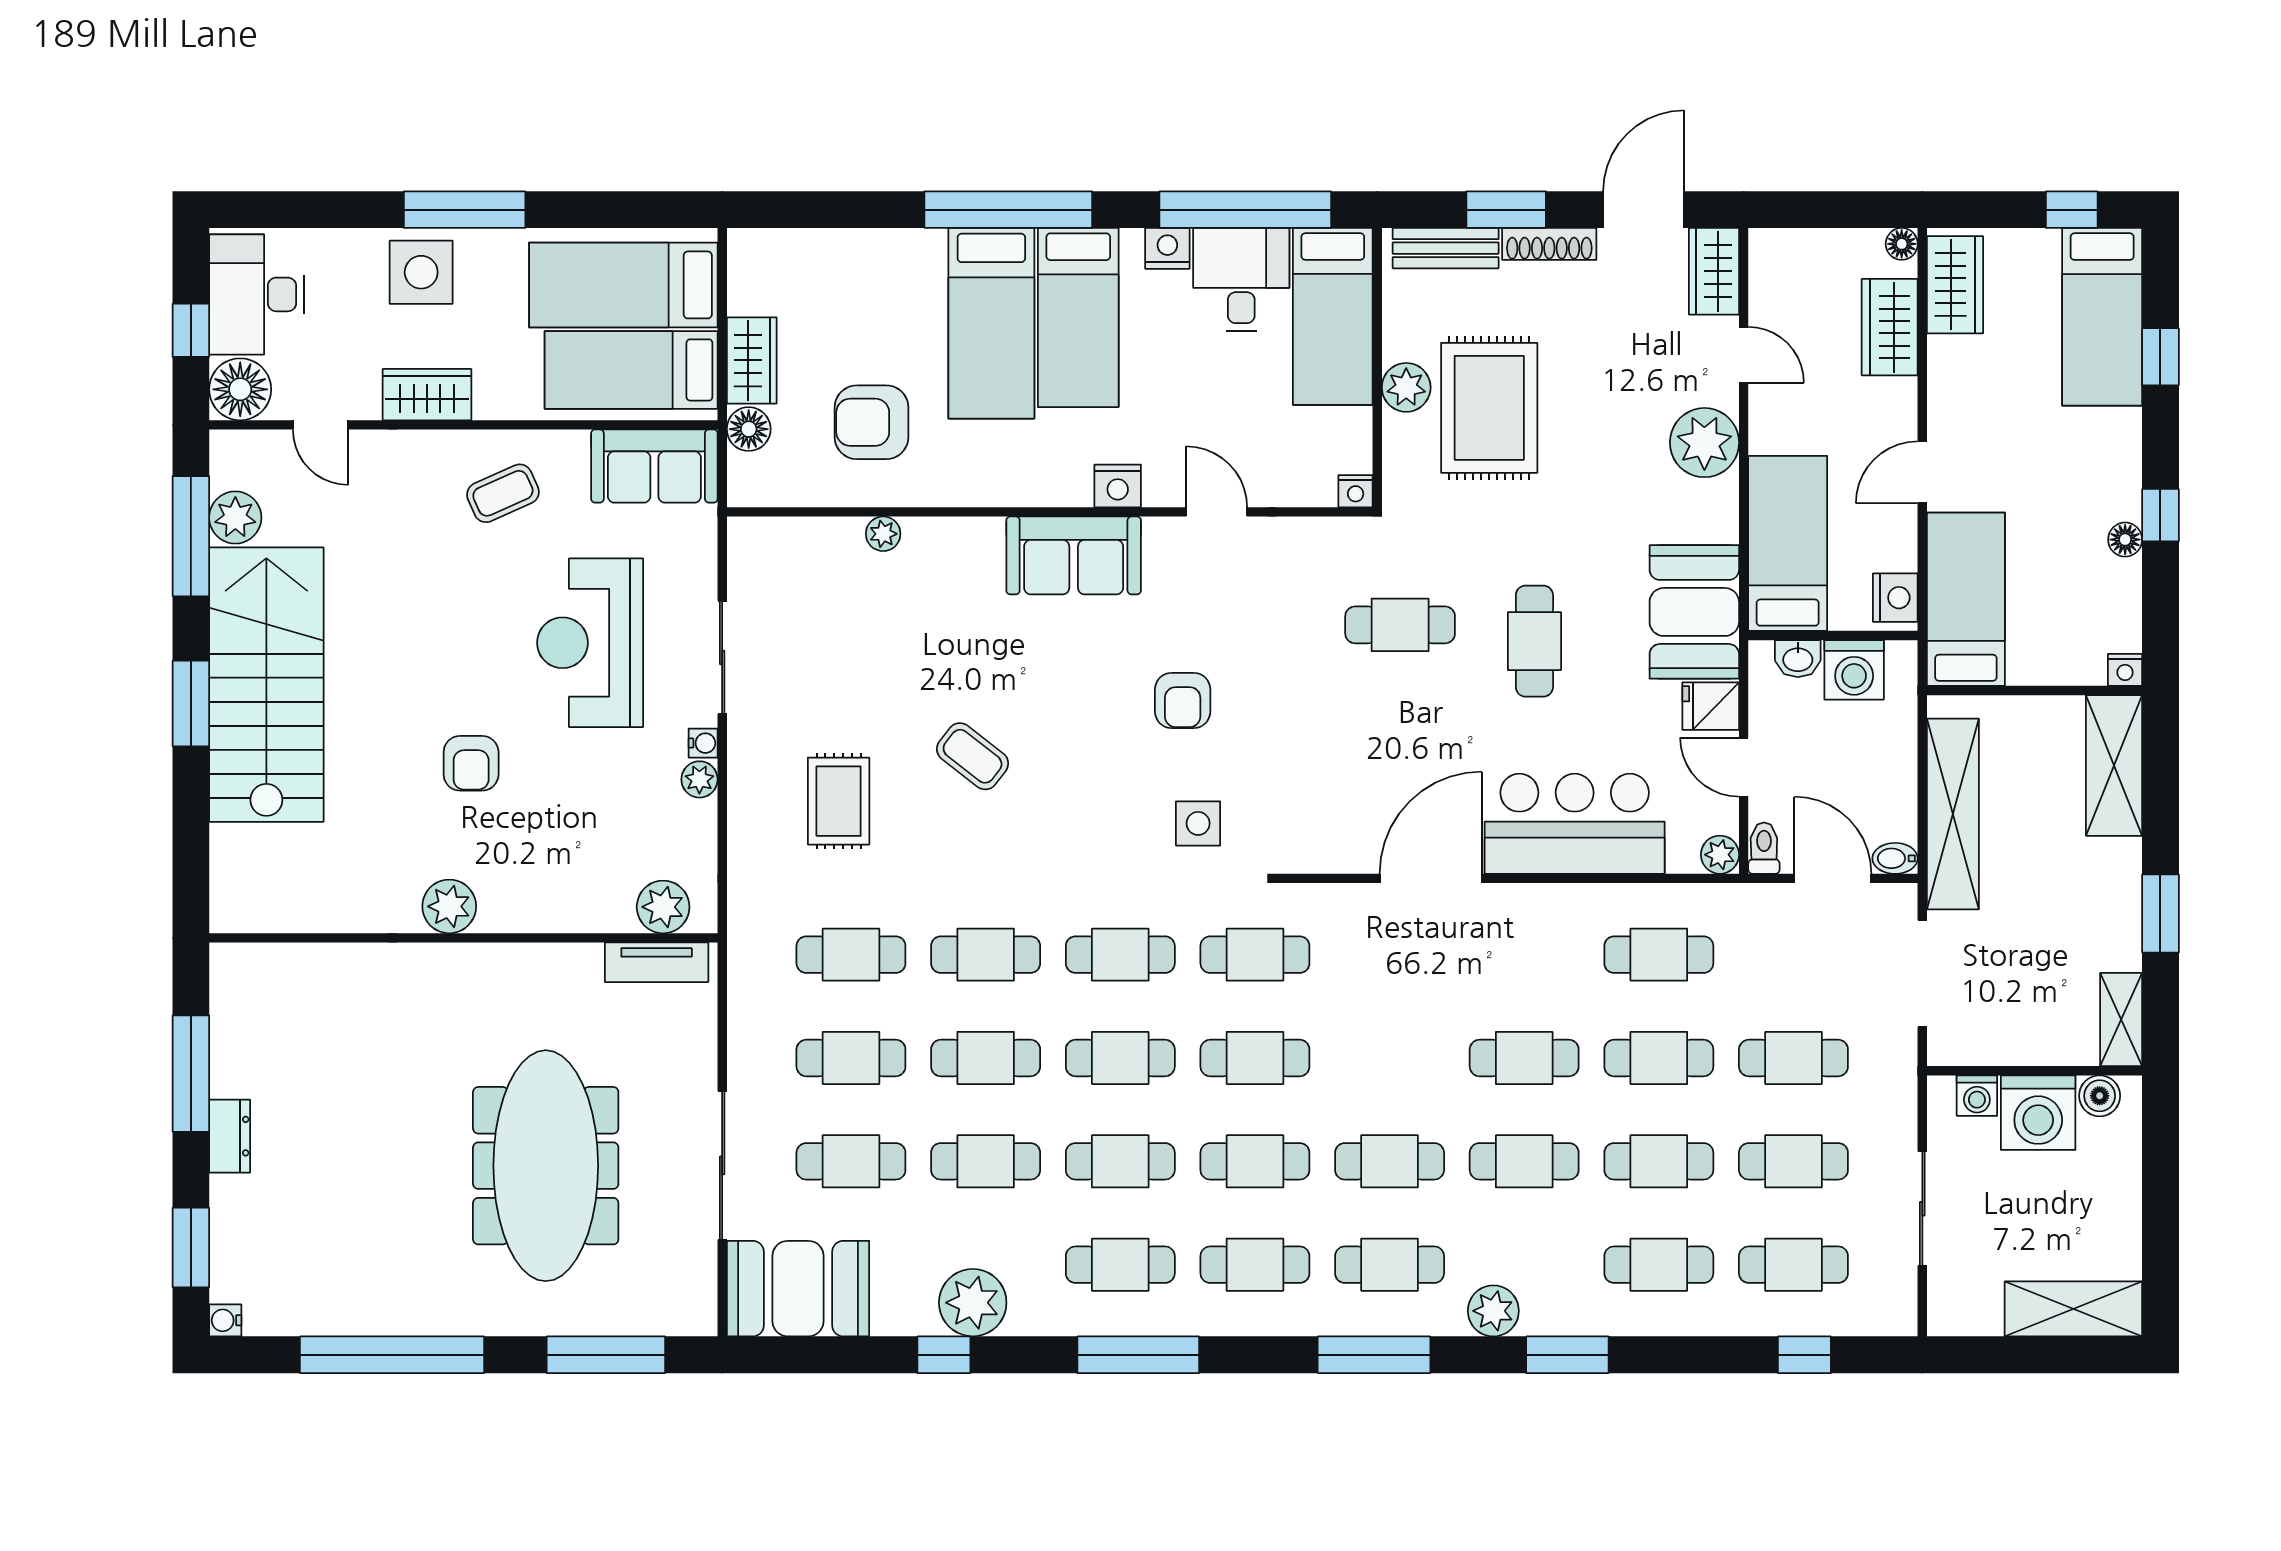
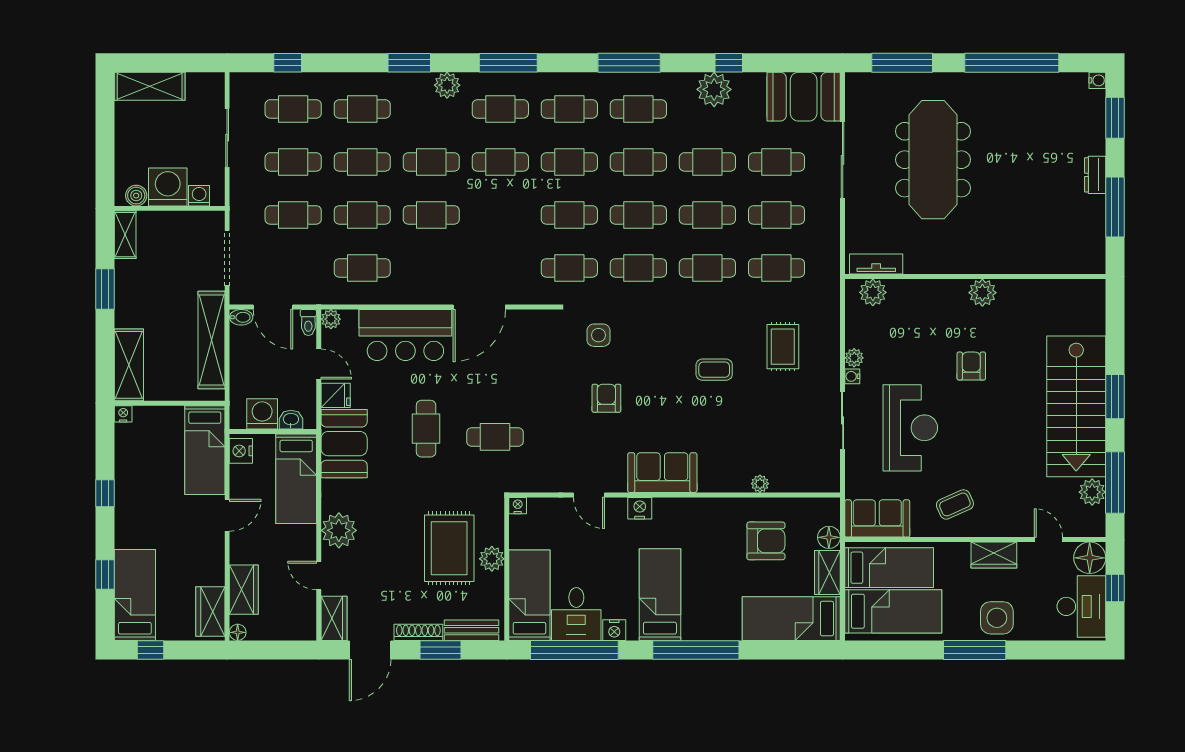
bed: (991, 323) -> (791, 619), moved, turned -90
floor lamp: (2125, 540) -> (123, 481), removed
coffee table: (973, 756) -> (714, 370), turned -38

